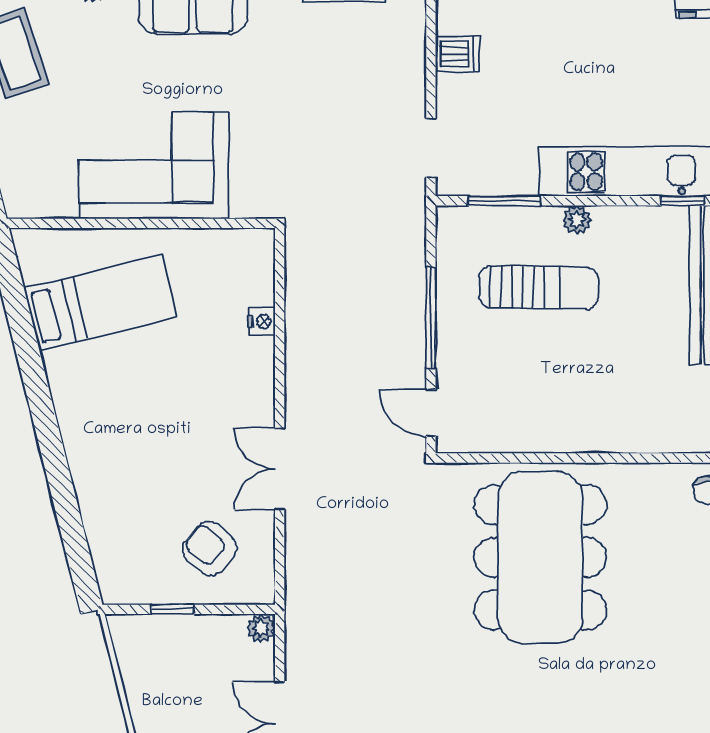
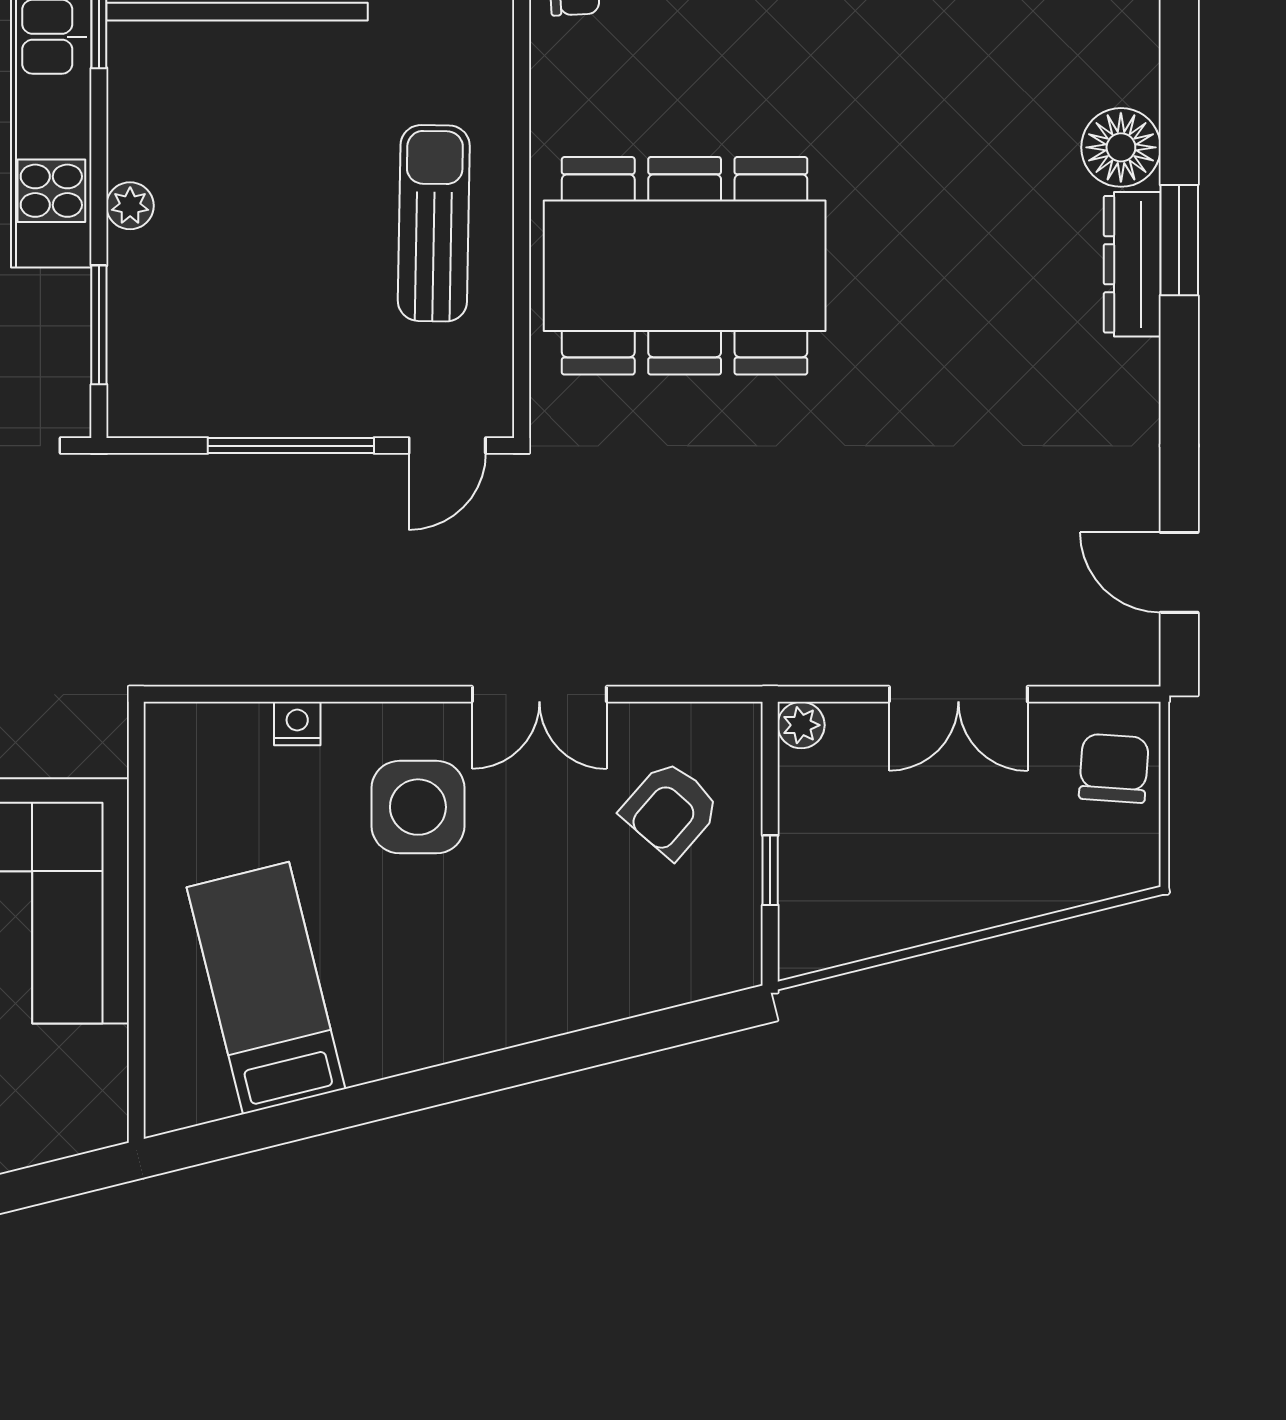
sun lounger: (539, 288) -> (434, 223), moved
side table: (211, 395) -> (418, 807), added

